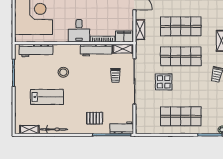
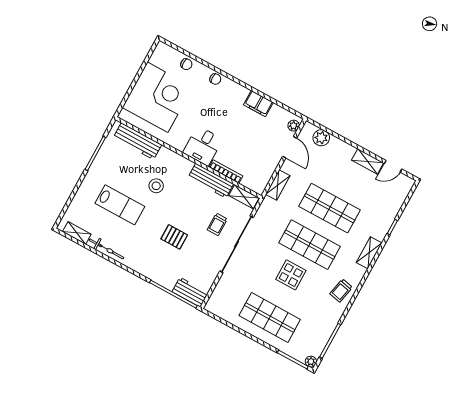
filing cabinet: (124, 37) -> (254, 183), removed
display table: (164, 82) -> (291, 275), moved
pallet: (95, 118) -> (174, 237), moved

